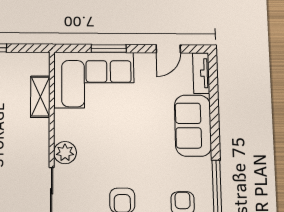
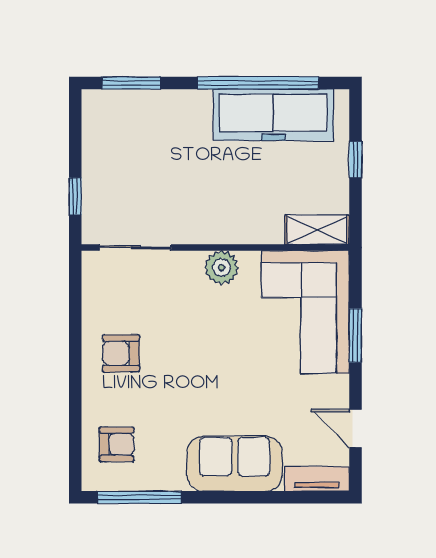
shelving: (40, 97) -> (317, 230), moved
plant: (65, 153) -> (222, 268), moved

